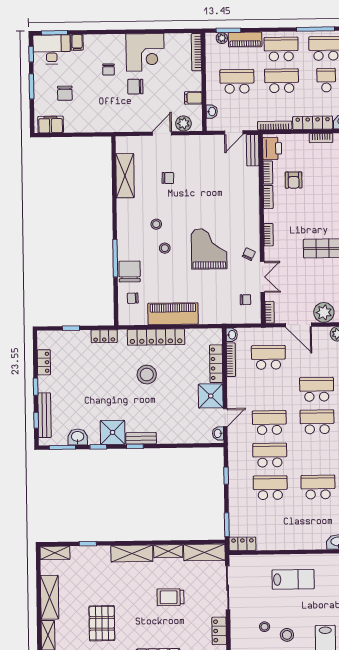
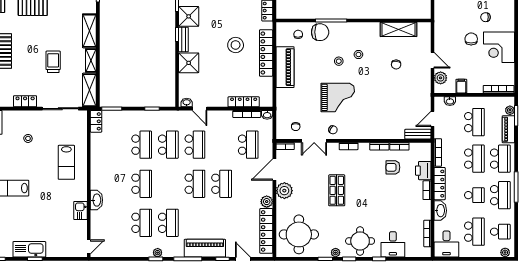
door: (234, 133) -> (433, 119), hinge flipped
printer: (272, 148) -> (423, 171), moved, turned 90
shower: (211, 396) -> (189, 63), moved
stool: (287, 635) -> (21, 157), removed

